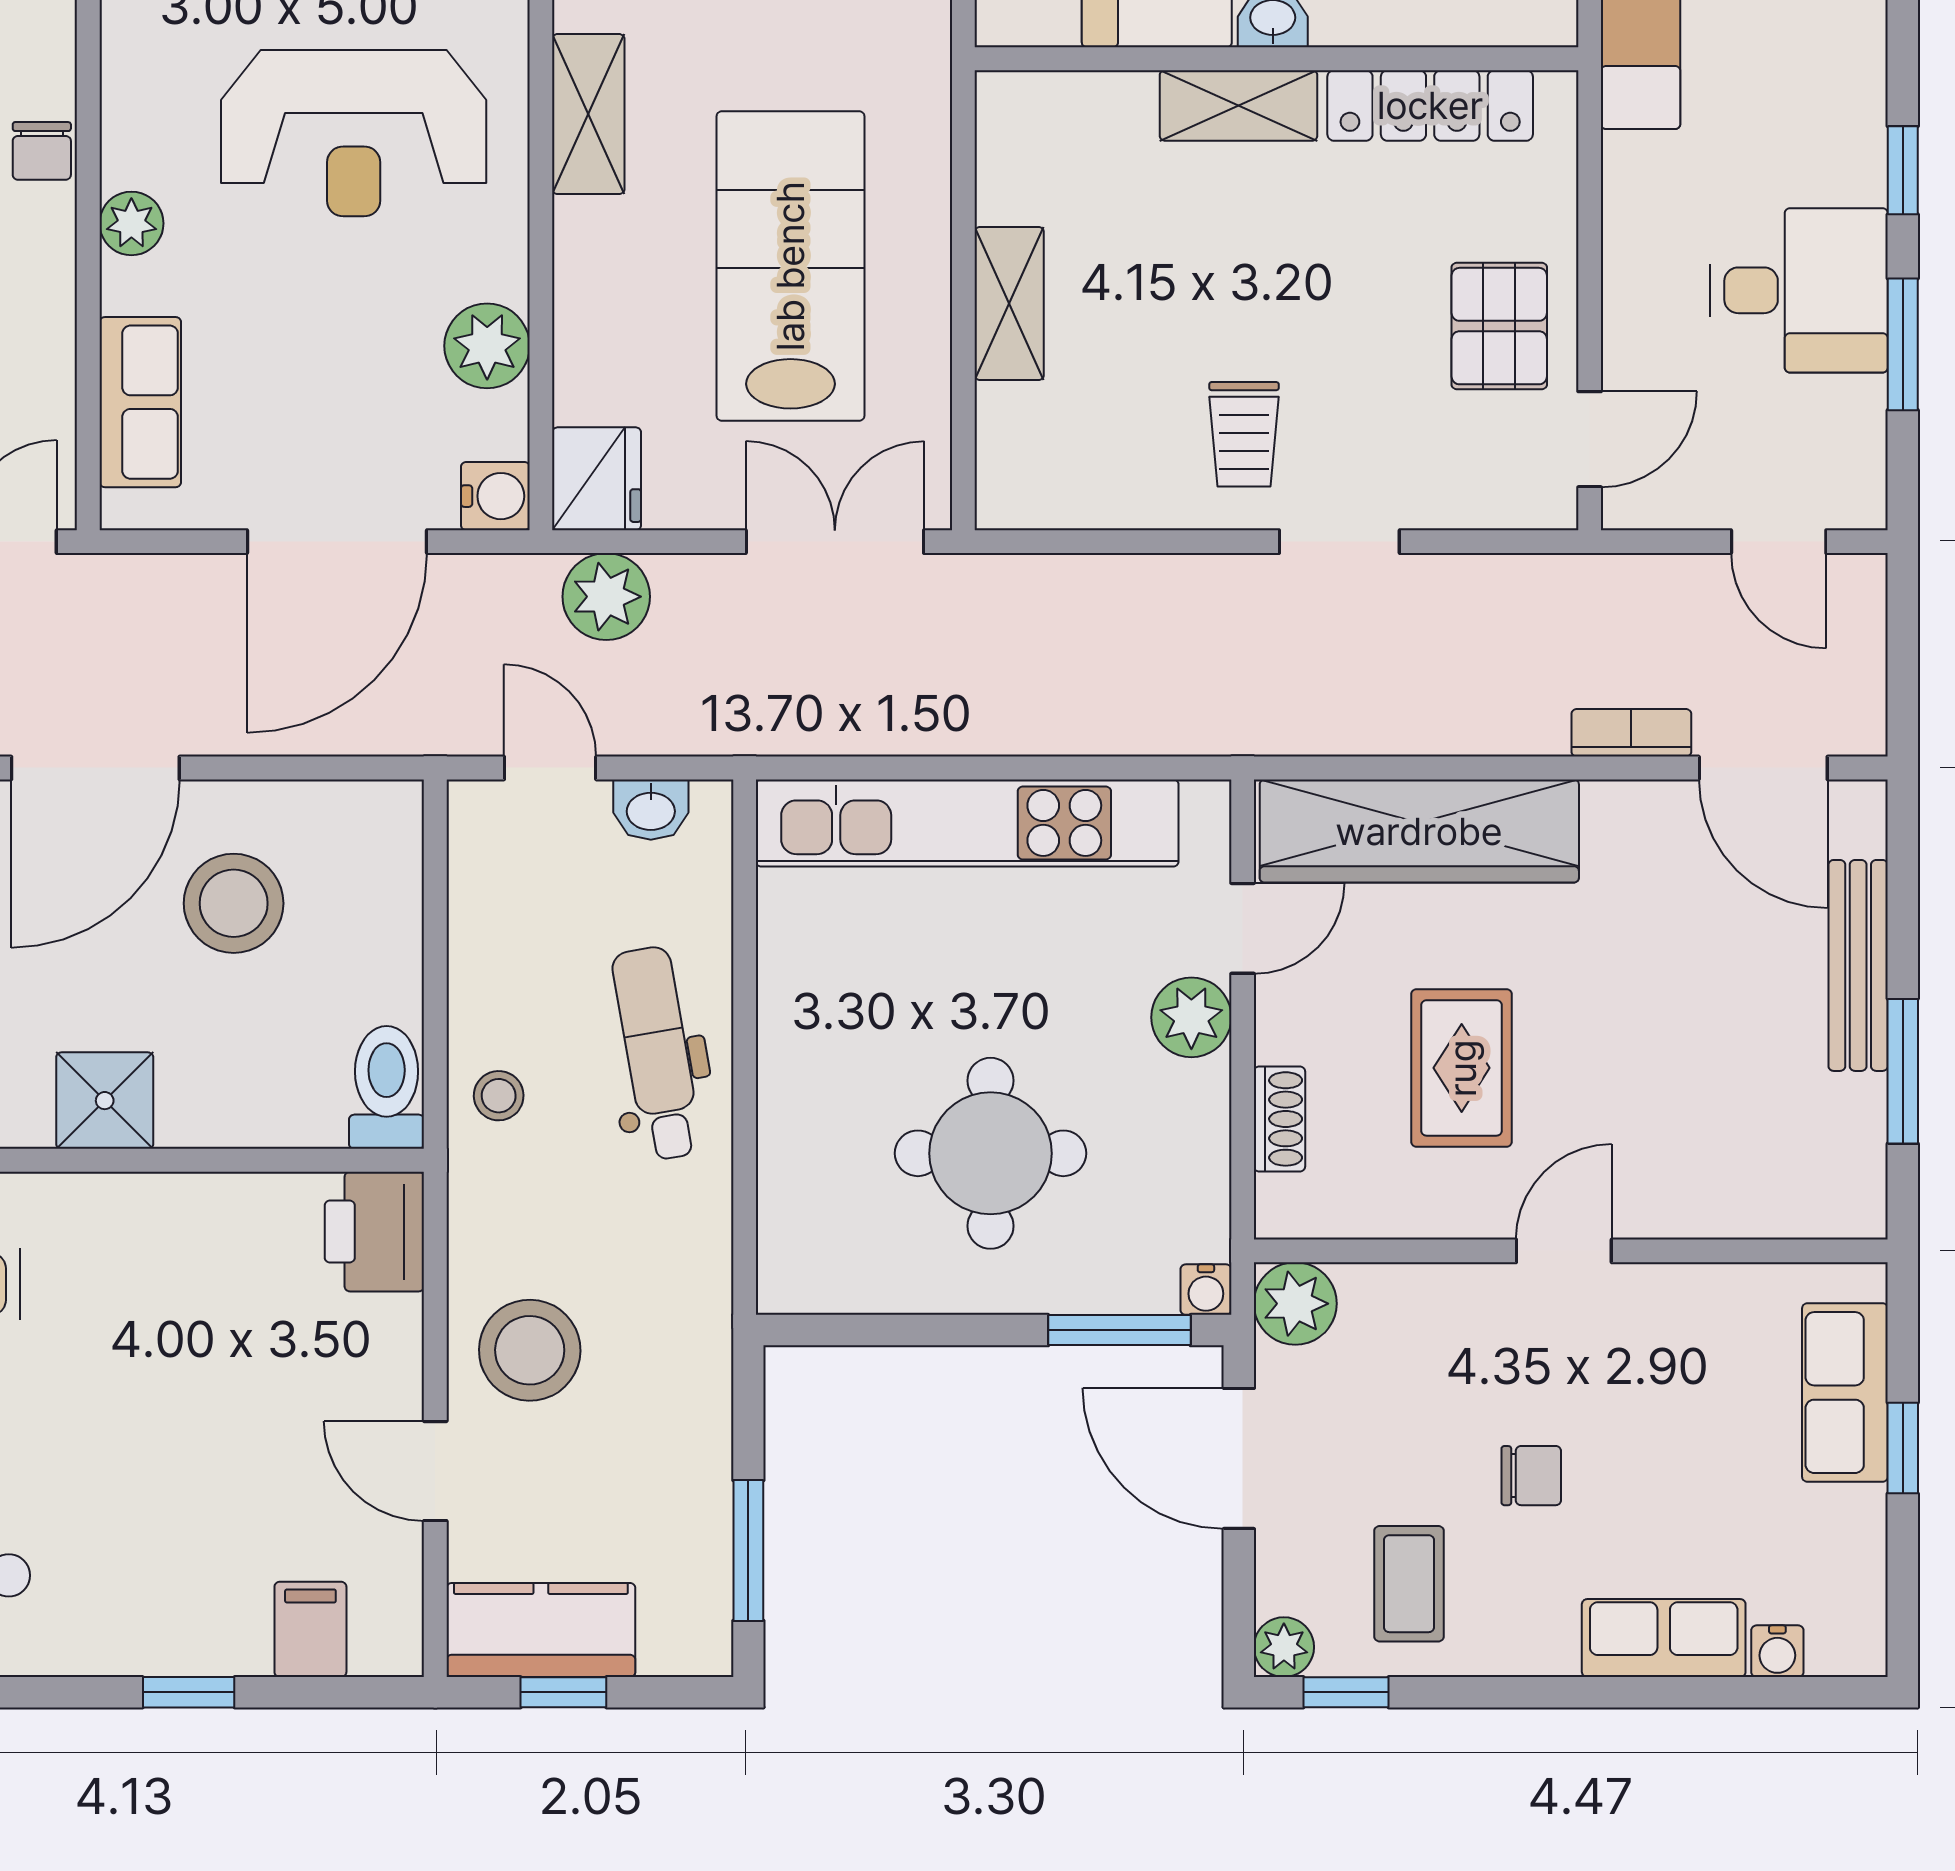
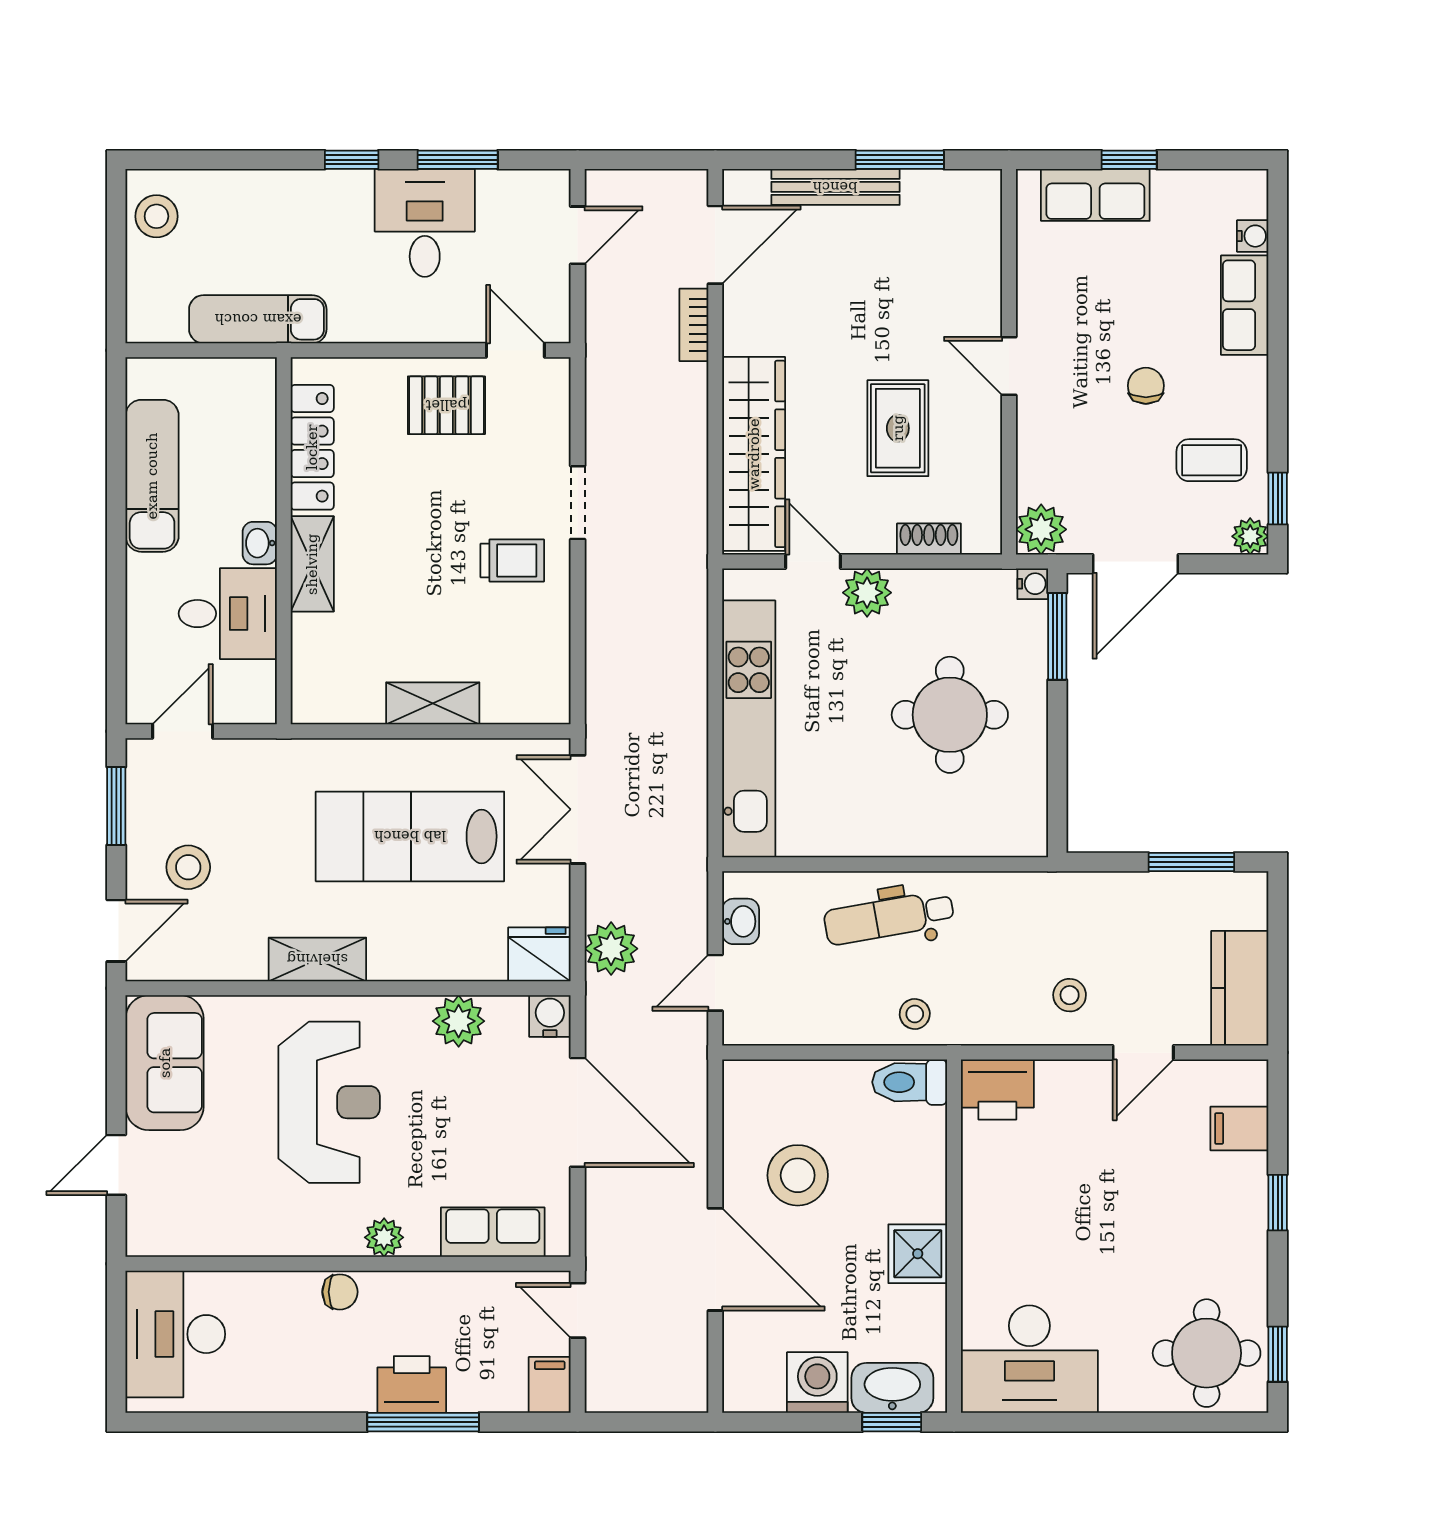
rug: (1462, 1068) -> (898, 428), turned 90
stool: (530, 1350) -> (1070, 995), width x0.53, depth x0.53
window: (563, 1692) -> (1278, 975), removed

